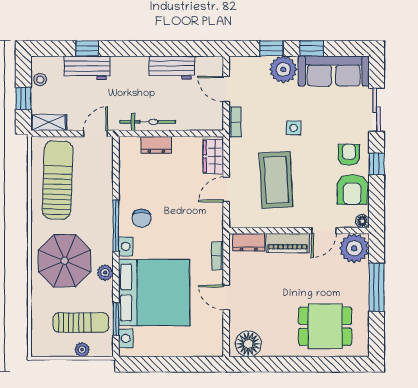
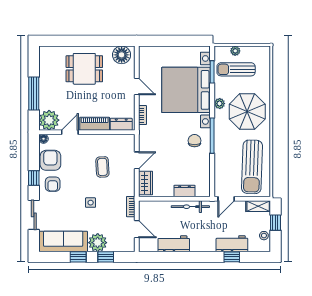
coffee table: (276, 180) -> (102, 167), width x0.54, depth x0.58
dining table: (325, 326) -> (84, 69), moved

